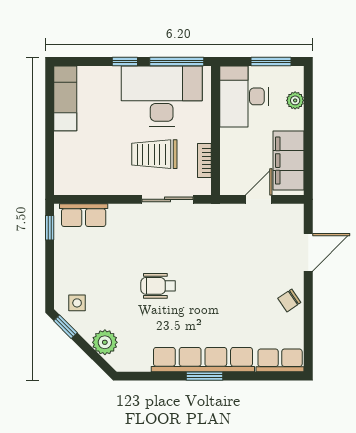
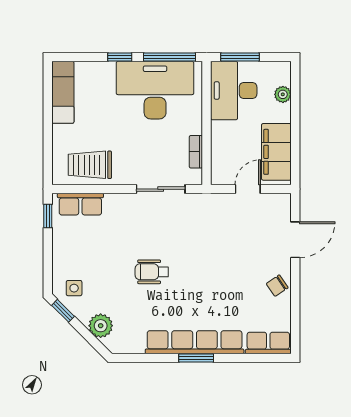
window: (271, 61) -> (240, 57), moved
trolley: (154, 154) -> (90, 165), moved

